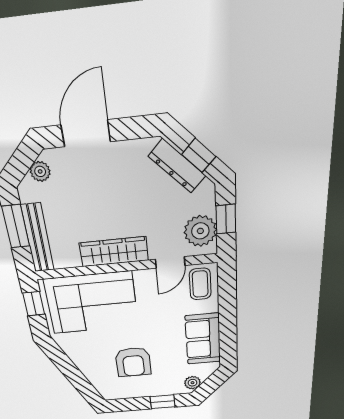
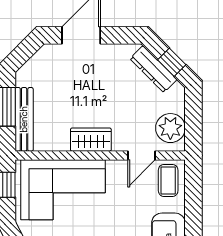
plant: (40, 171) -> (38, 61), removed
window: (226, 219) -> (193, 119), removed
wardrobe: (114, 252) -> (91, 140), width x0.67

